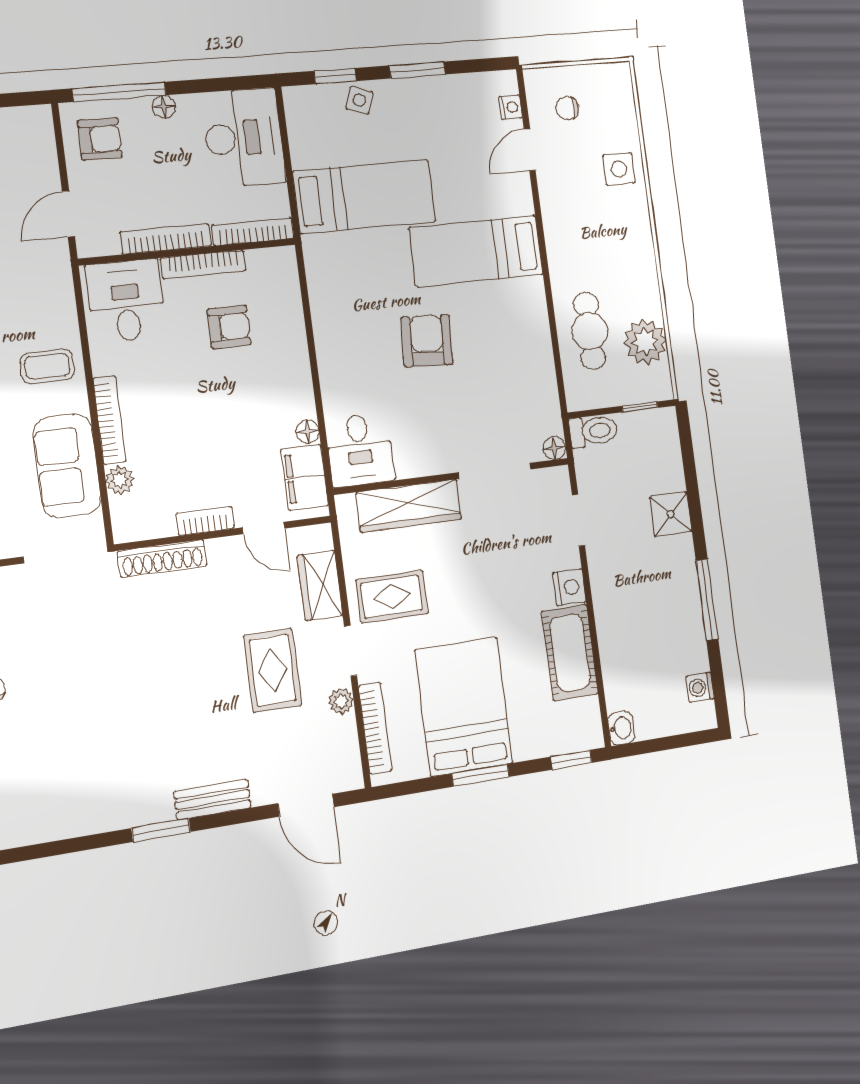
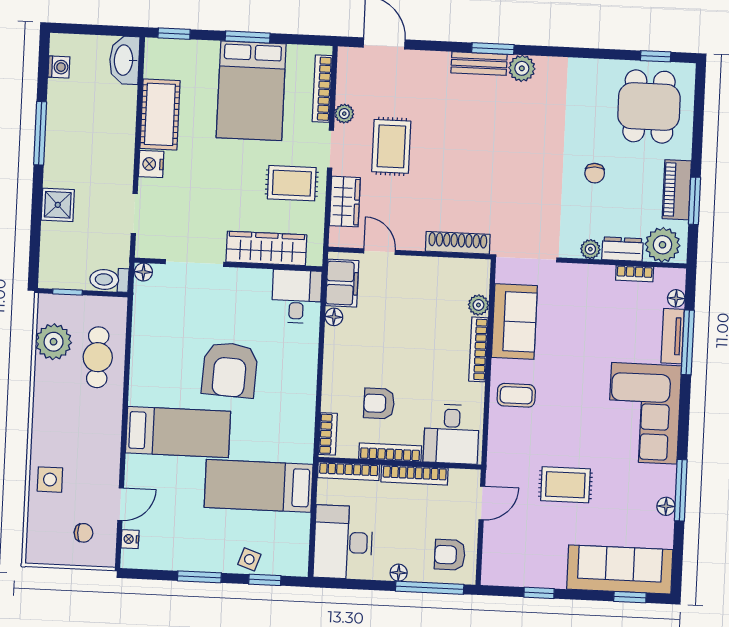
armchair: (427, 341) -> (230, 370), width x1.36, depth x1.36
bookcase: (205, 521) -> (328, 434), moved, turned -90
washbasin: (621, 728) -> (124, 60), width x1.91, depth x1.45
bench: (213, 800) -> (479, 64), moved
plant: (117, 812) -> (522, 68), added

